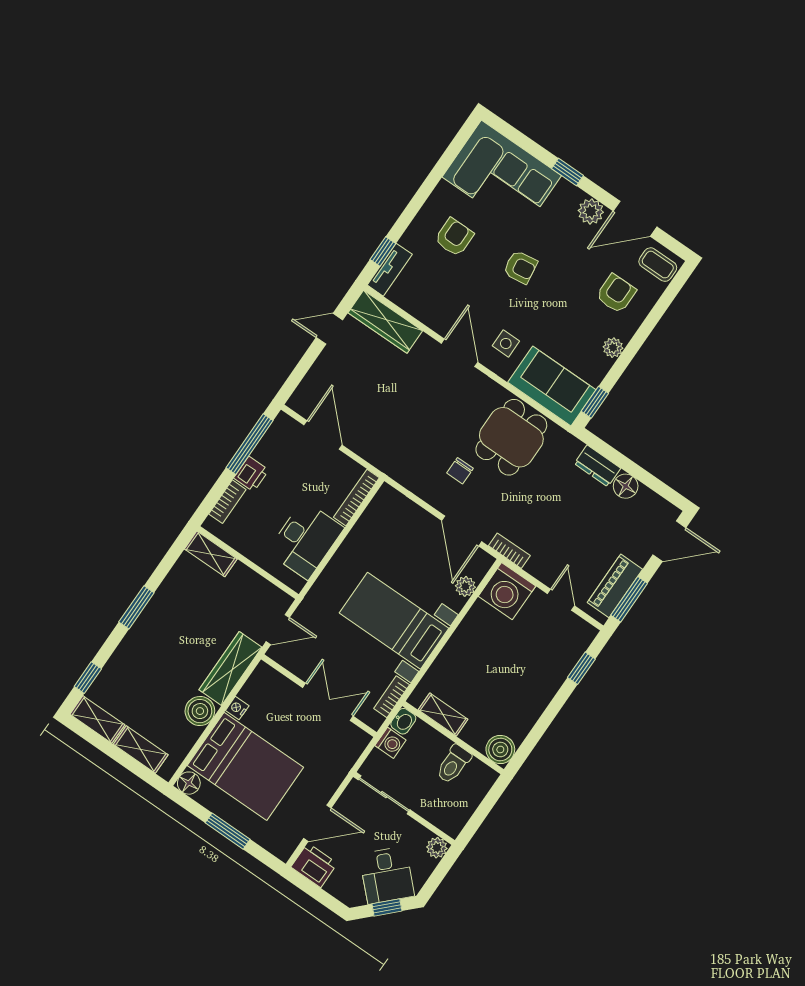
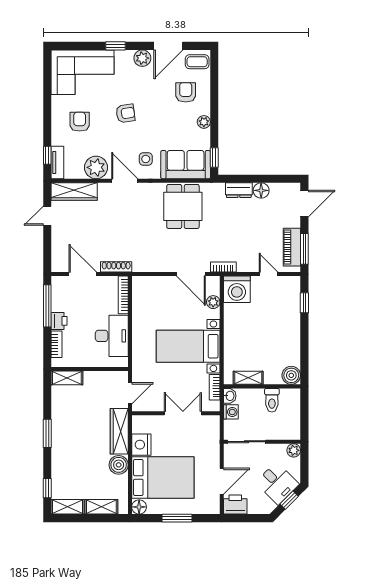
plant: (435, 310) -> (96, 167), added
shoe rack: (372, 455) -> (116, 267), added
chair: (460, 471) -> (168, 243), removed
nightstand: (237, 708) -> (141, 445), width x1.89, depth x1.79

